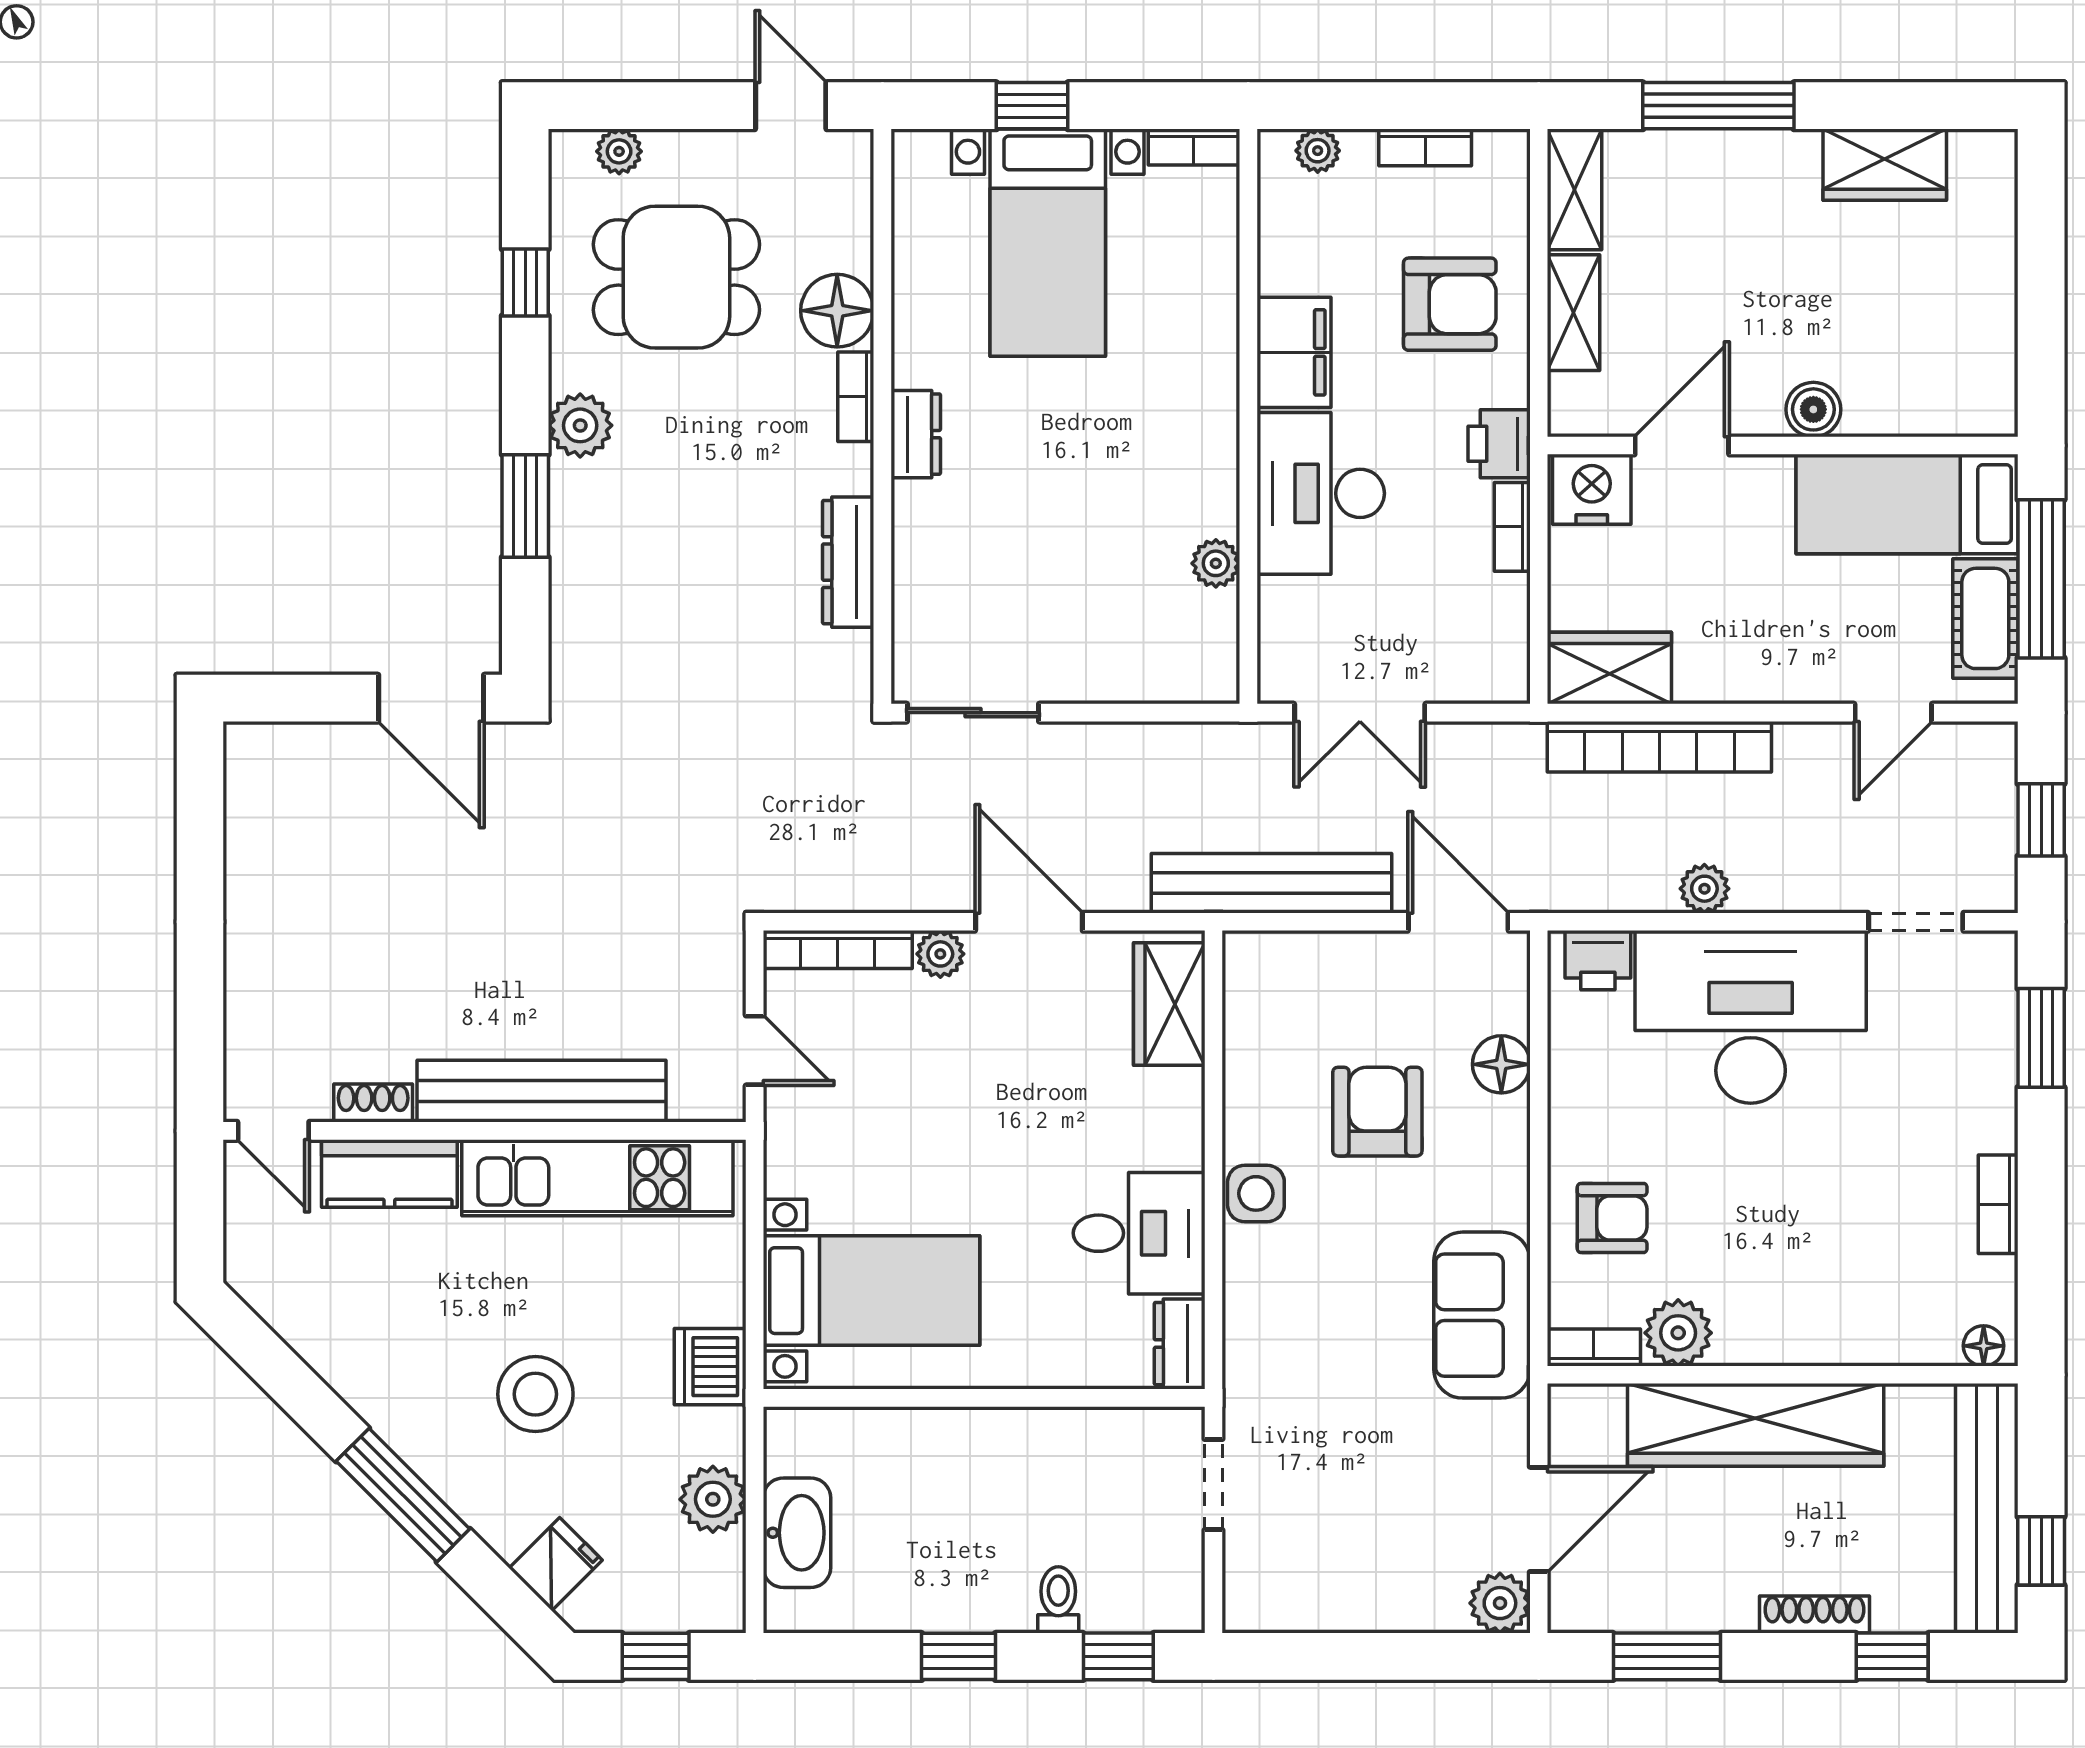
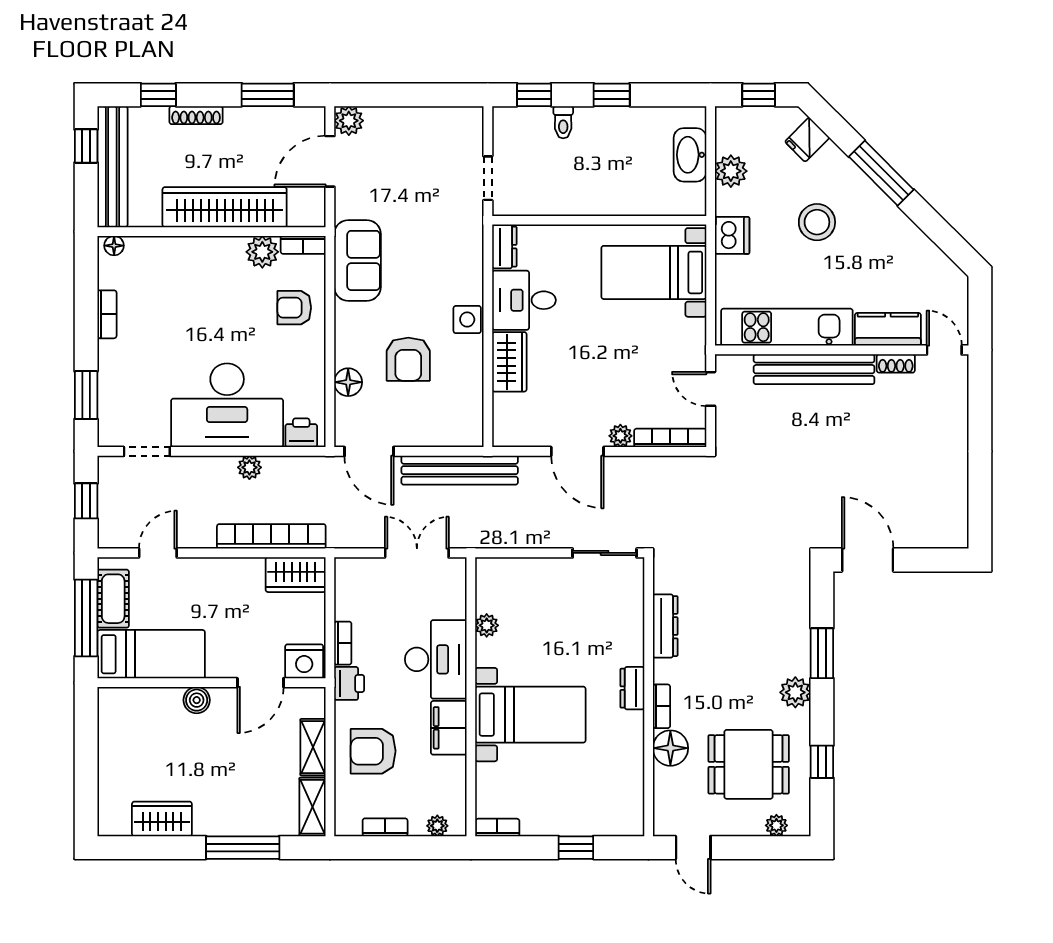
bed with nightstands: (1048, 243) -> (530, 715), moved, turned 90
wardrobe: (1169, 1004) -> (509, 362), moved

